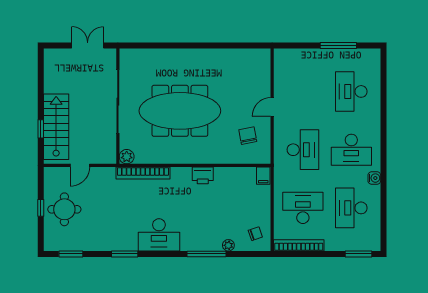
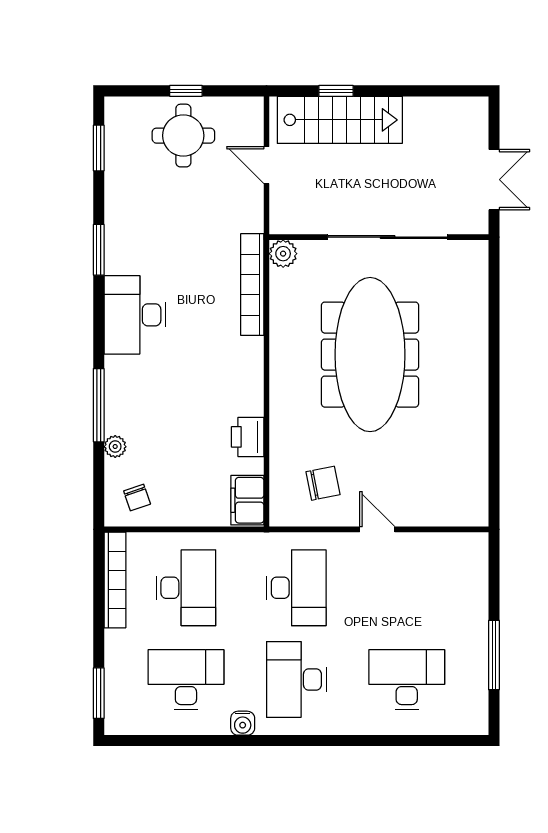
desk: (303, 150) -> (296, 588), turned -90
printer: (203, 175) -> (248, 437), moved
filing cabinet: (263, 176) -> (247, 500), width x2.00

